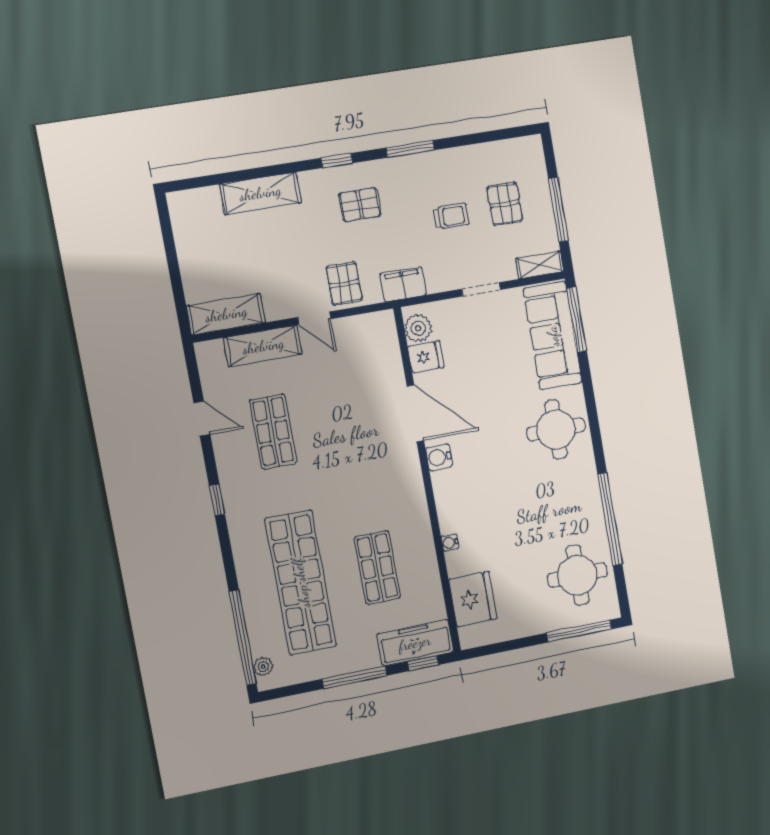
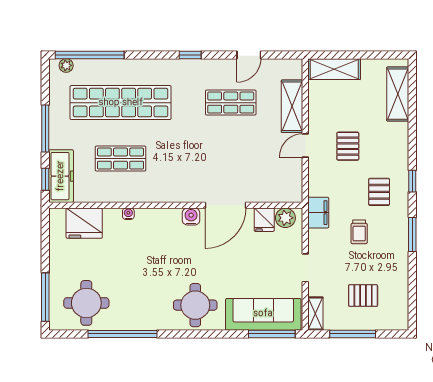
shelving: (260, 193) -> (398, 94), moved
trolley: (451, 216) -> (359, 232), moved
pallet: (344, 284) -> (348, 146), moved, turned 90
shelving: (226, 314) -> (334, 69), moved, turned 90

